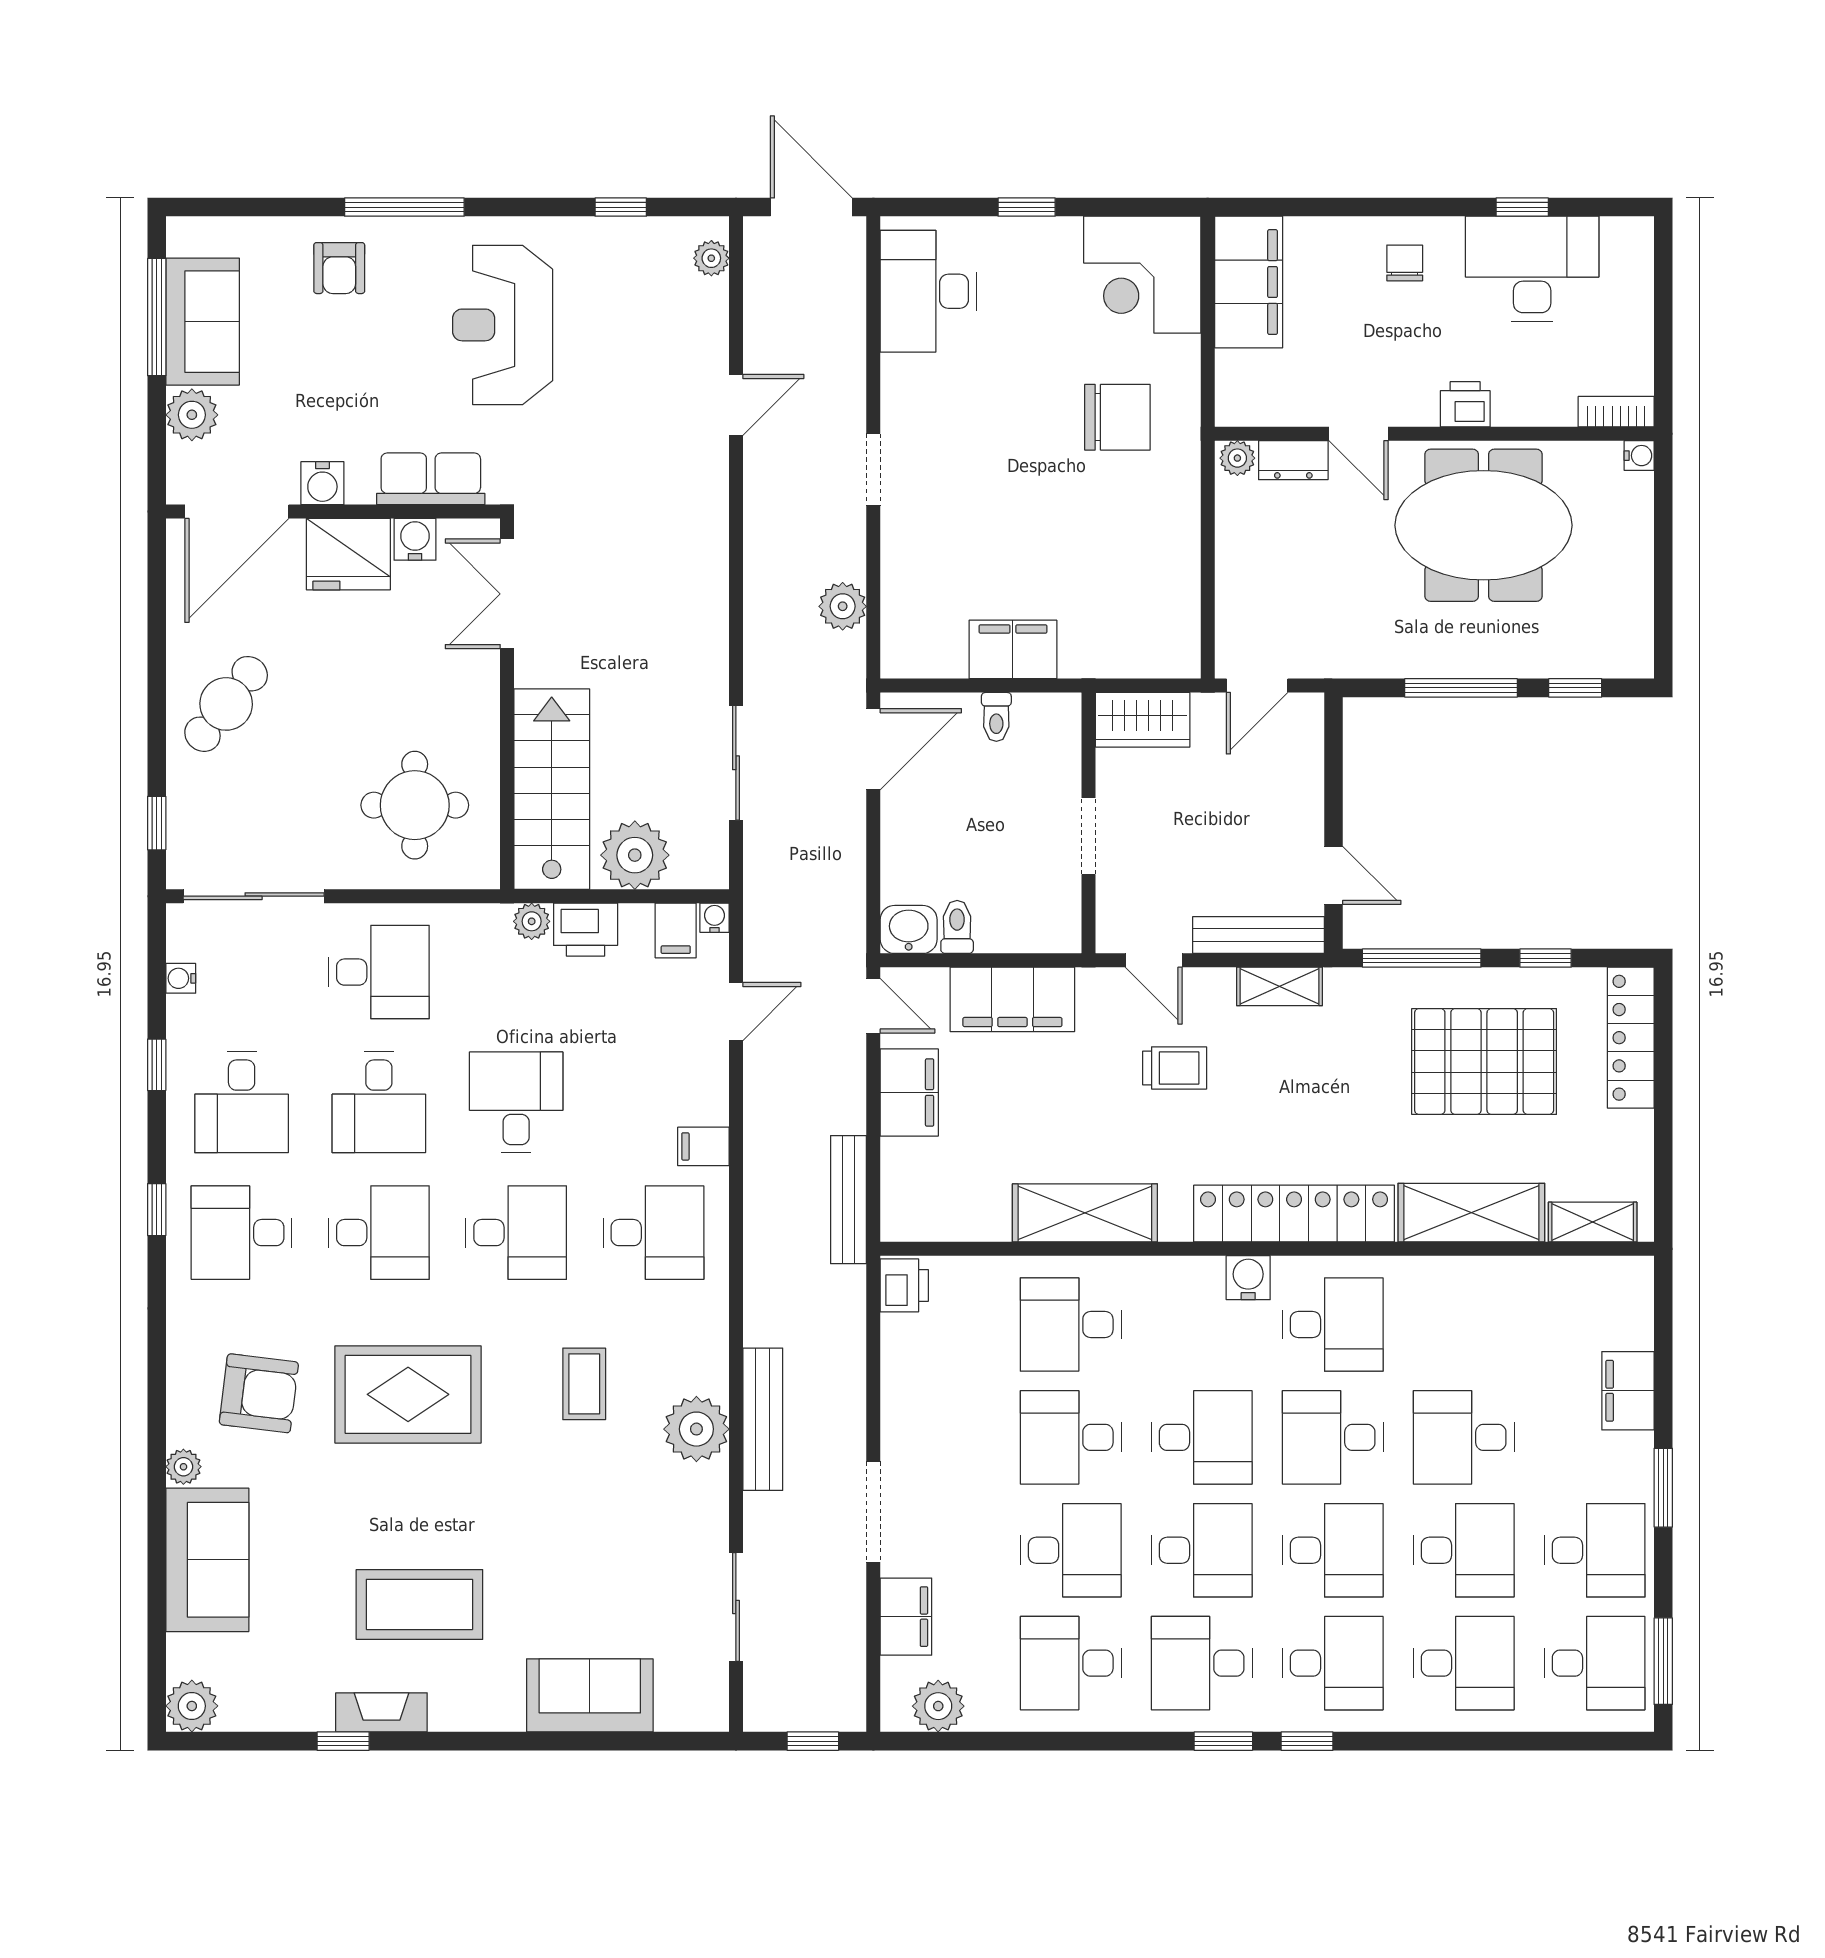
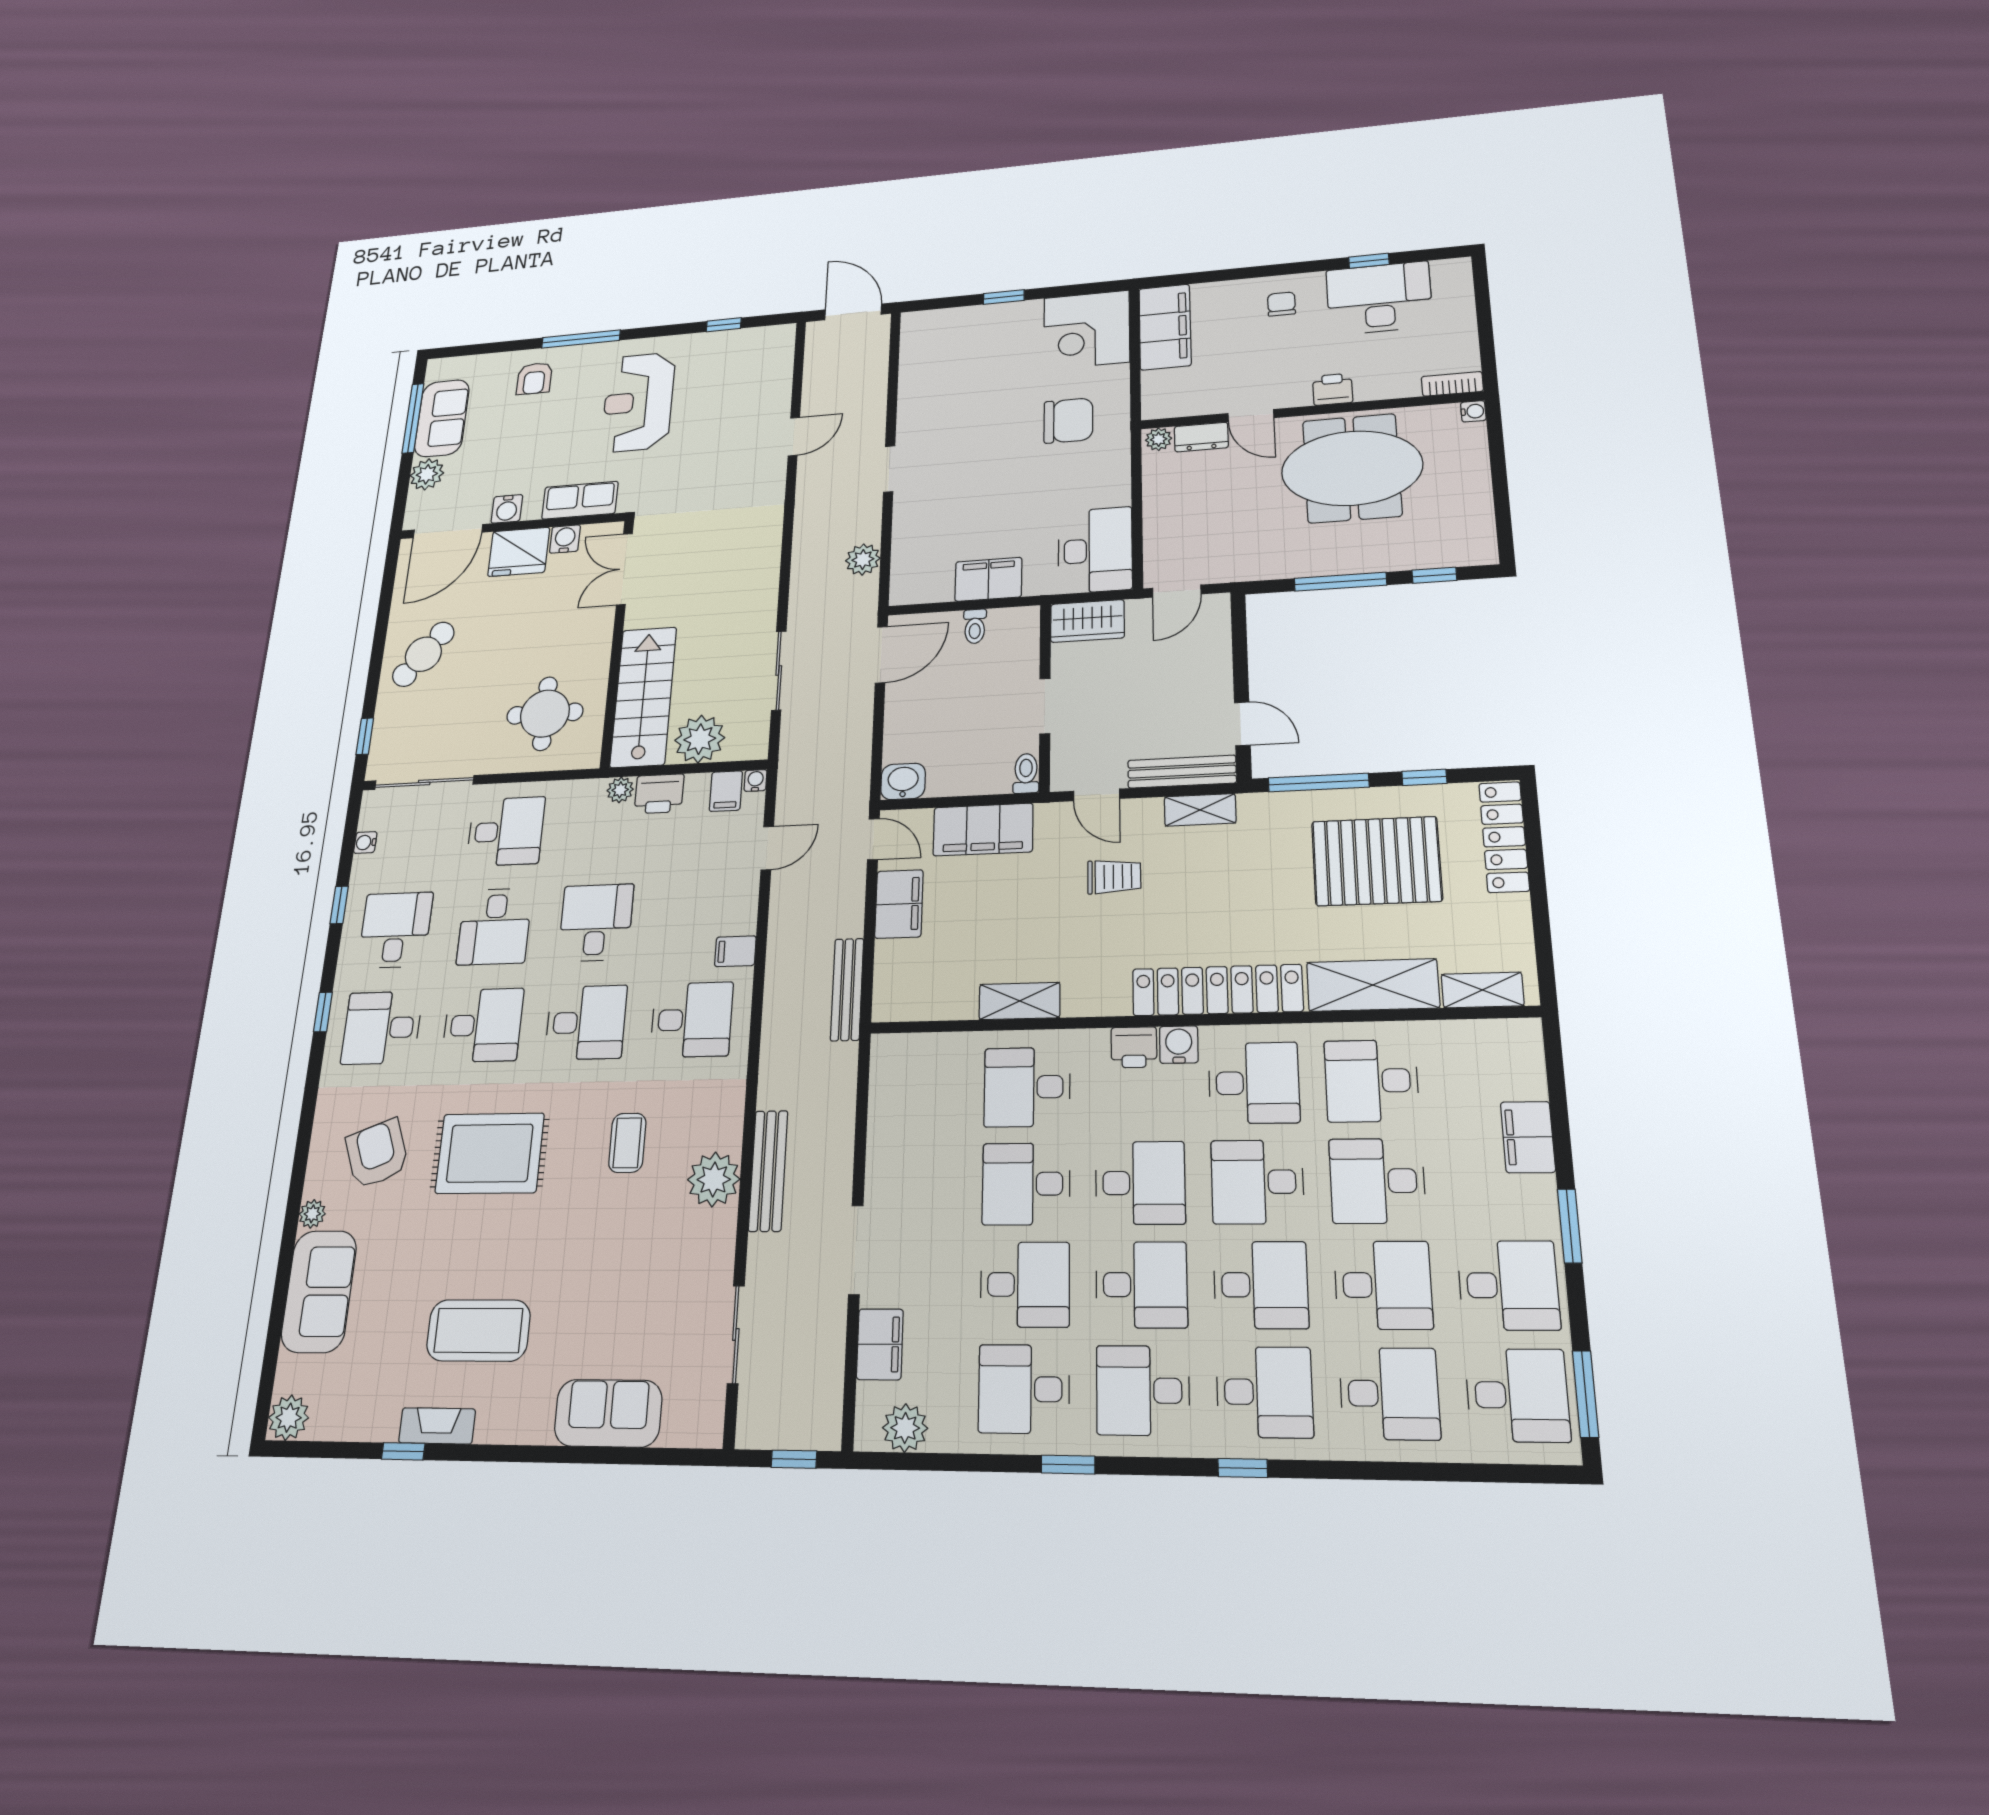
plant: (711, 258) -> (783, 349), removed
desk: (928, 291) -> (1095, 550), moved, turned 180
toilet: (957, 927) -> (1026, 773), moved
desk: (242, 1102) -> (395, 930), turned 180
shelving: (1085, 1213) -> (1019, 1001), width x0.67, depth x0.75
printer: (904, 1285) -> (1134, 1047), moved, turned 90
desk: (1464, 1325) -> (1371, 1081), added
armchair: (259, 1393) -> (377, 1154), turned -118
window: (1223, 1741) -> (1068, 1465), moved

